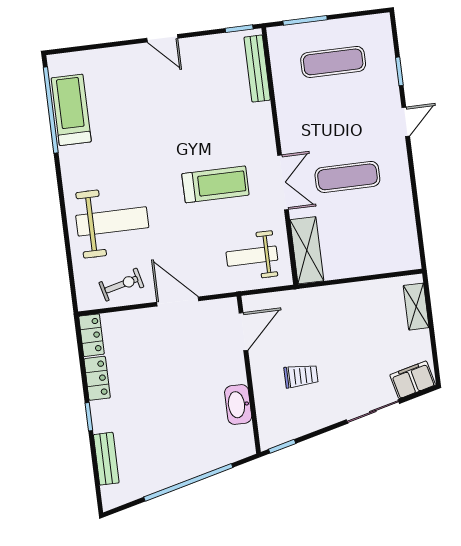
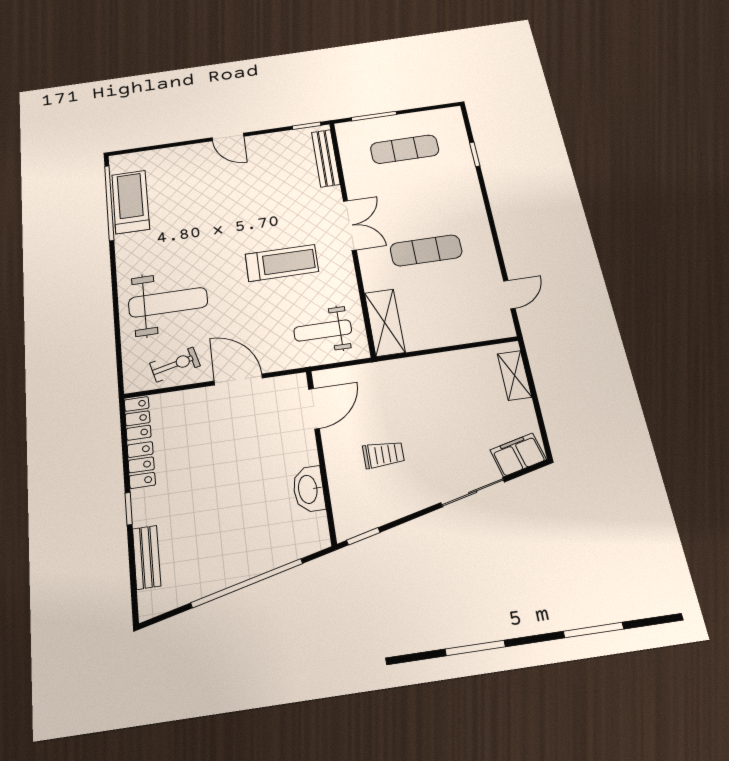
door: (406, 122) -> (509, 295), moved
double door: (283, 182) -> (350, 225), moved

